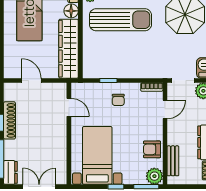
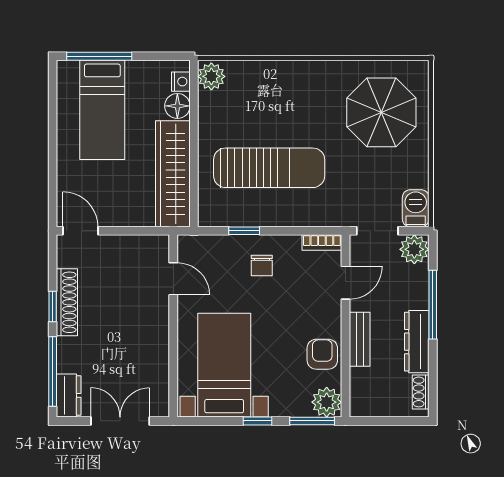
sun lounger: (120, 20) -> (269, 168), moved
door: (31, 81) -> (80, 231), moved
armchair: (152, 149) -> (322, 354), turned 90
bench: (173, 161) -> (360, 339), moved

